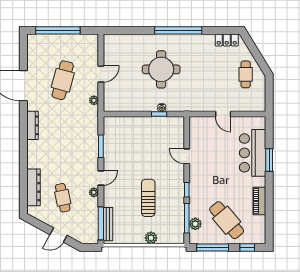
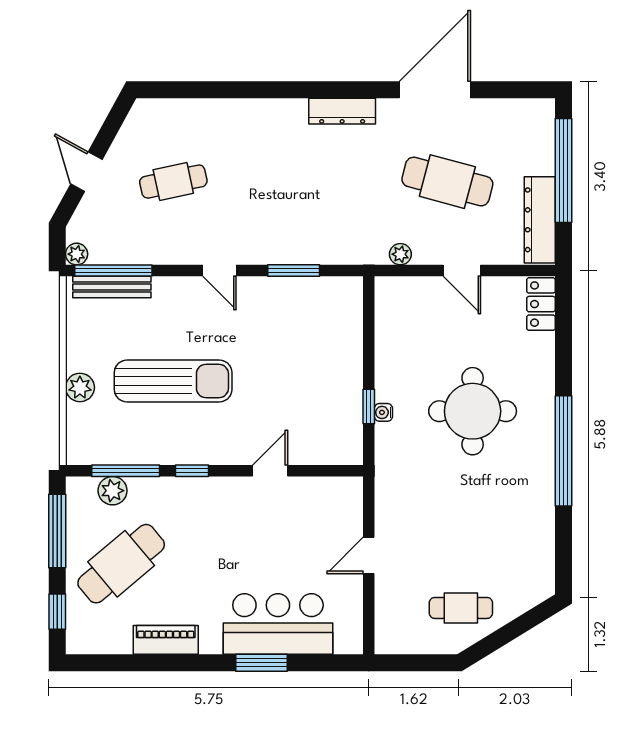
locker: (227, 40) -> (541, 304), moved
dresser: (34, 187) -> (540, 220), moved, turned 90
plant: (94, 192) -> (77, 254), moved
sun lounger: (148, 198) -> (173, 381), width x1.36, depth x1.34

